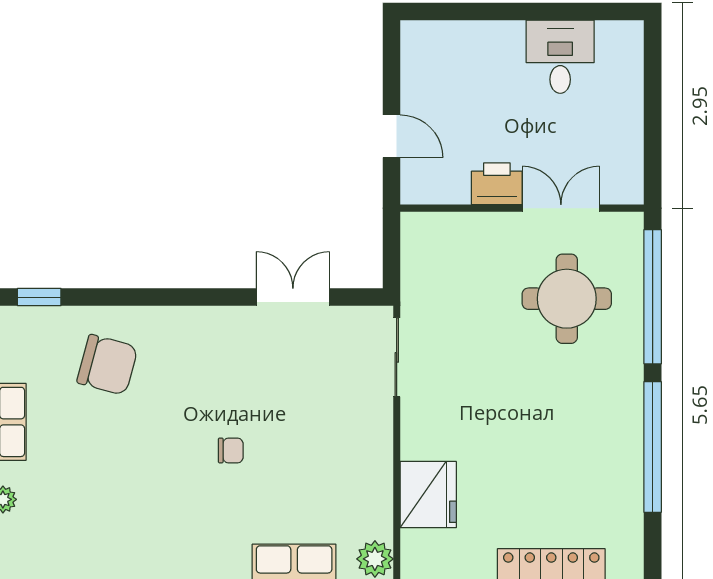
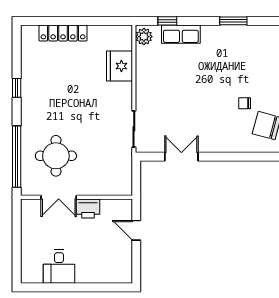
double door: (293, 297) -> (181, 157), swing flipped
window: (653, 447) -> (17, 88), width x0.32
chair: (231, 450) -> (245, 103), moved

